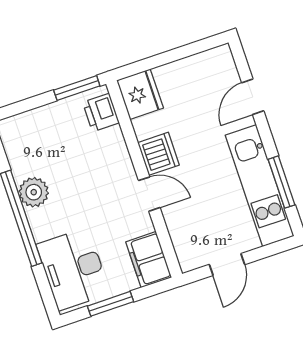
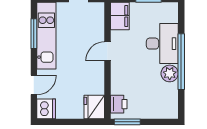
dishwasher: (158, 154) -> (46, 109), moved, turned 180
door: (149, 194) -> (108, 51), hinge flipped
desk: (73, 269) -> (162, 44), moved

